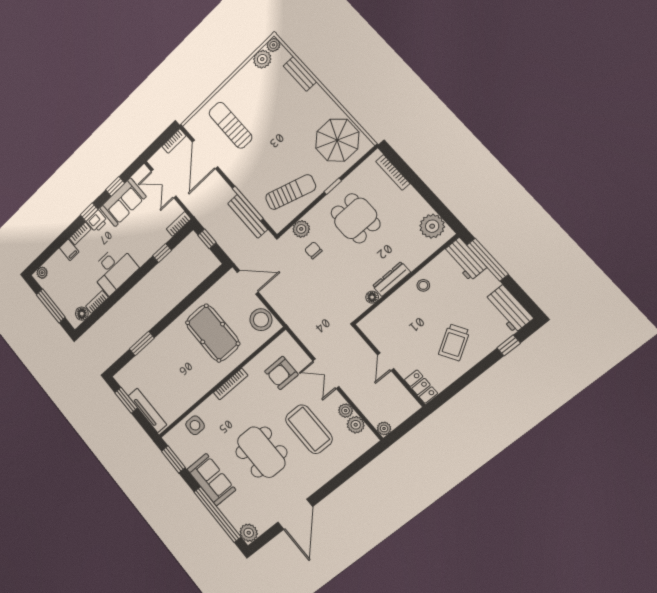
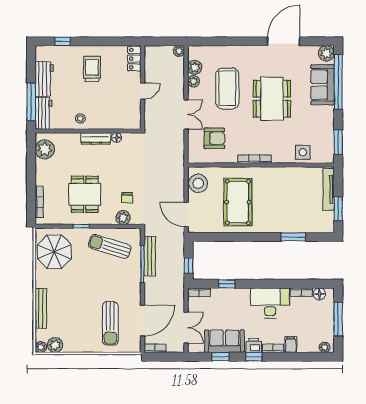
bench: (300, 74) -> (41, 308), width x1.36
workbench: (509, 309) -> (44, 79), moved
trolley: (454, 342) -> (92, 69), turned -59
sofa: (211, 480) -> (322, 85), moved

